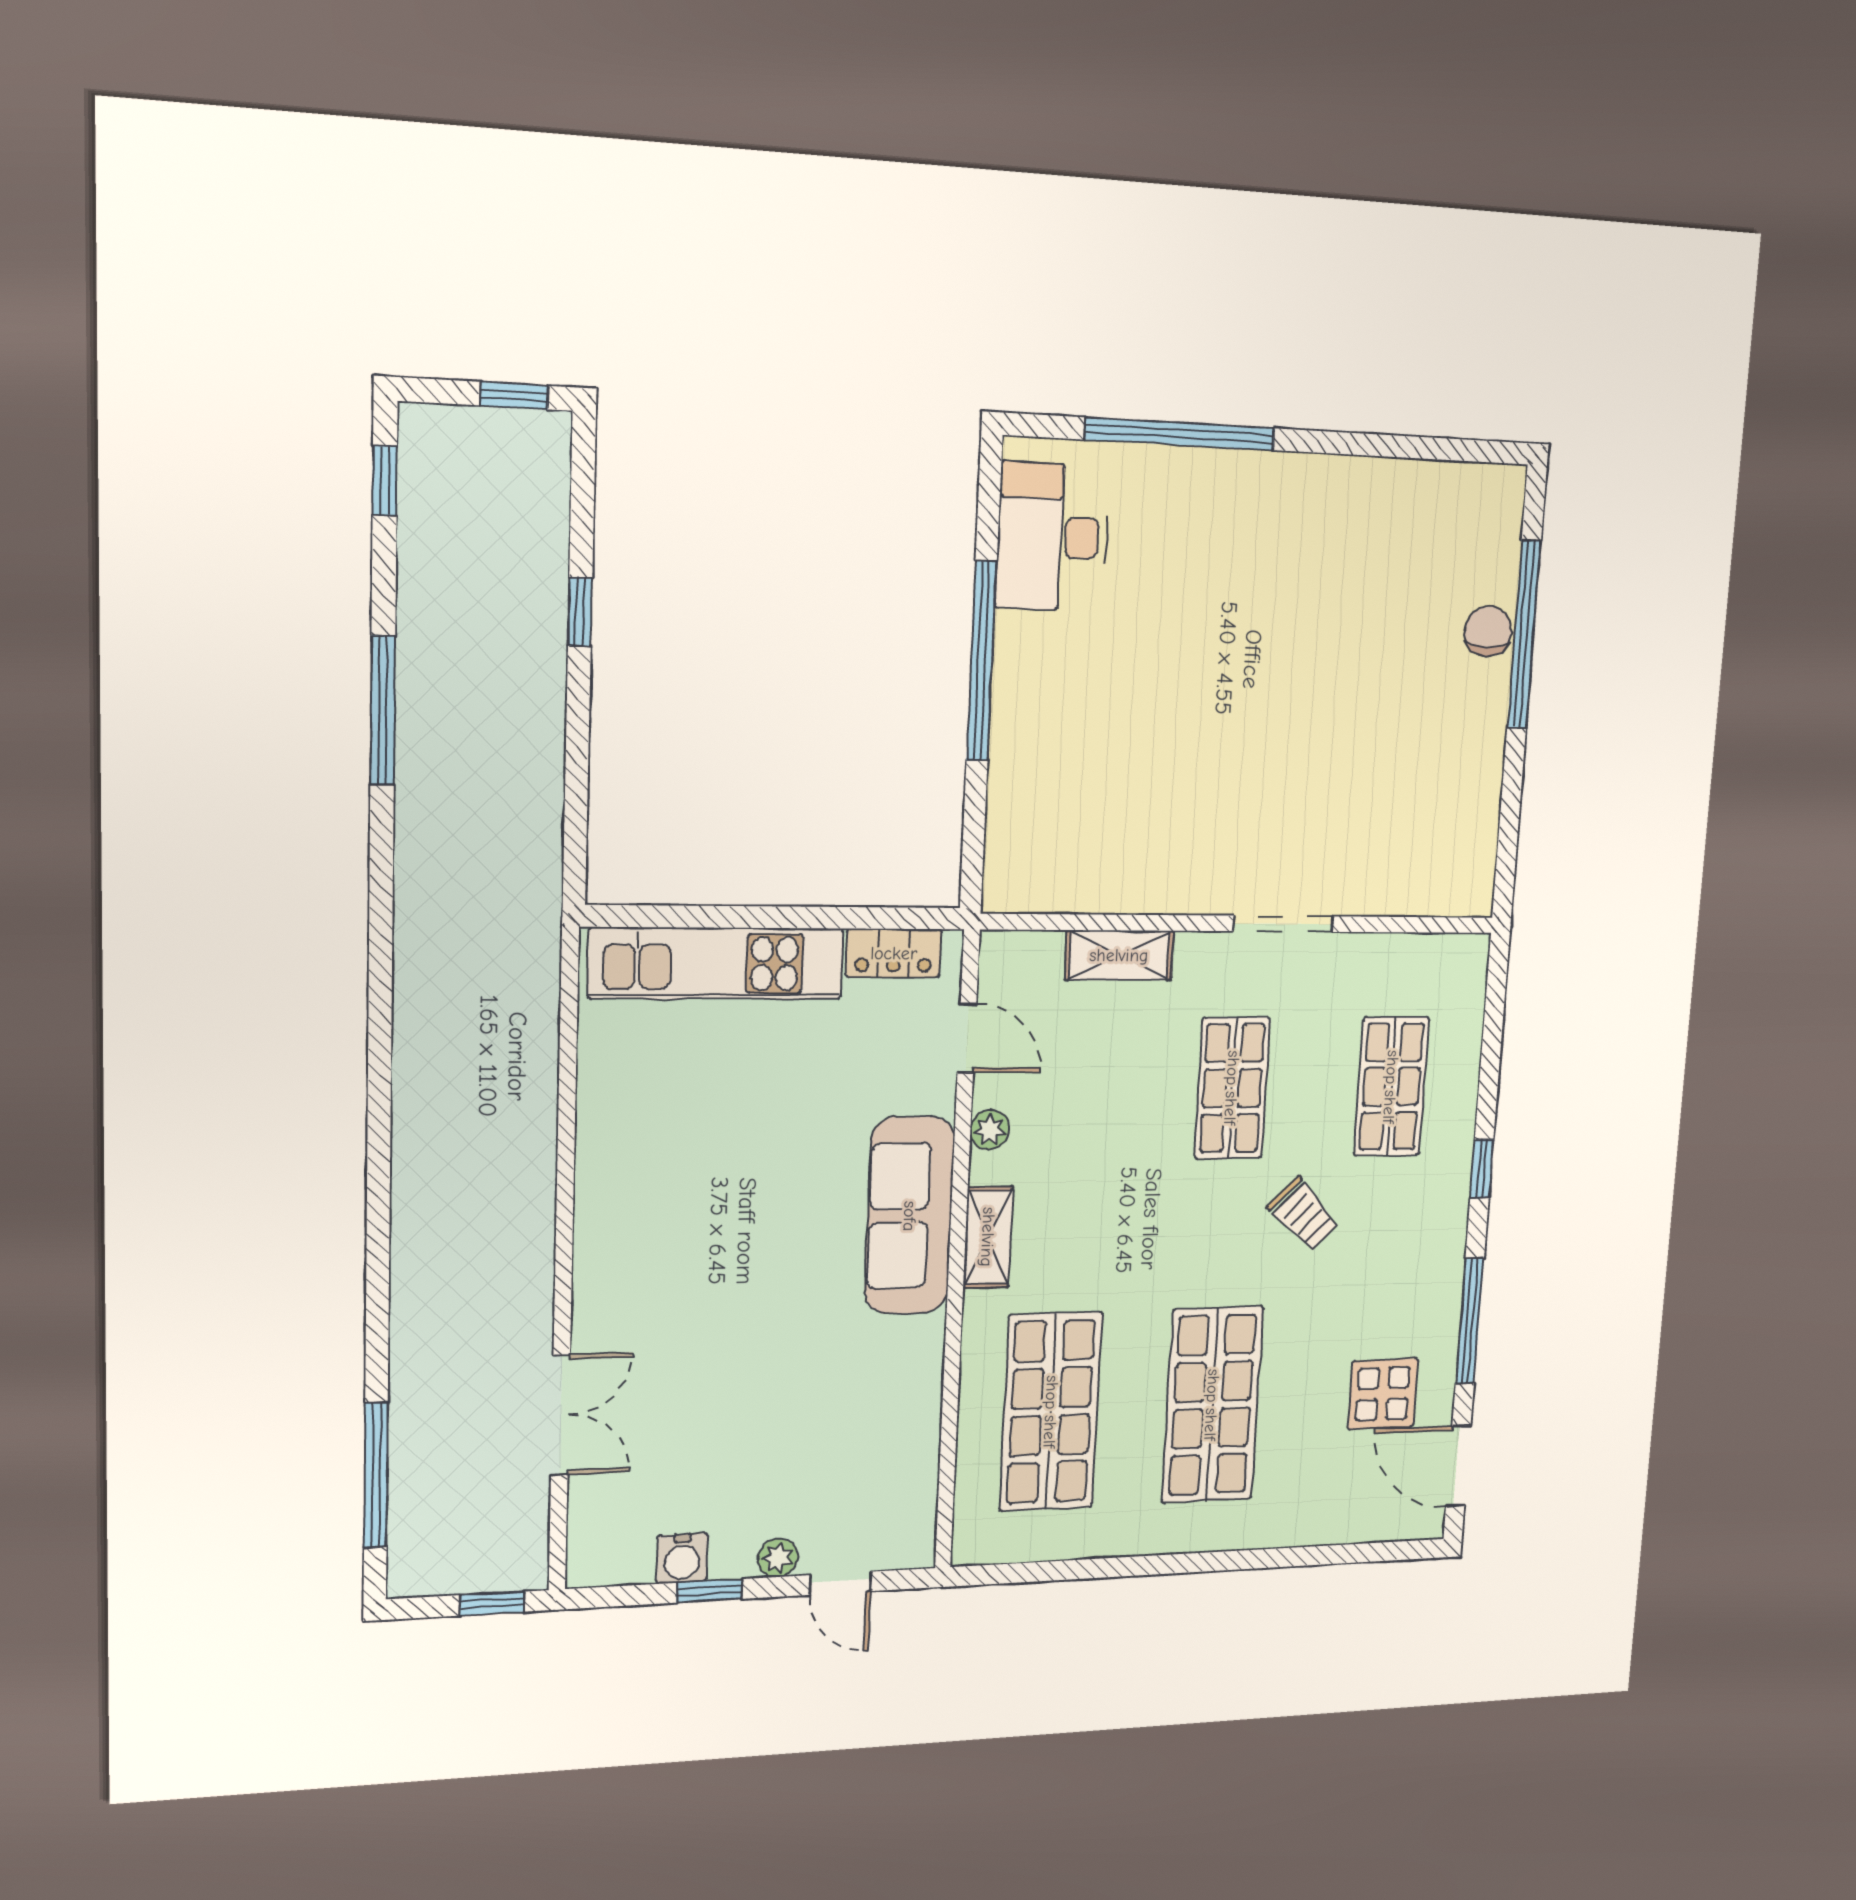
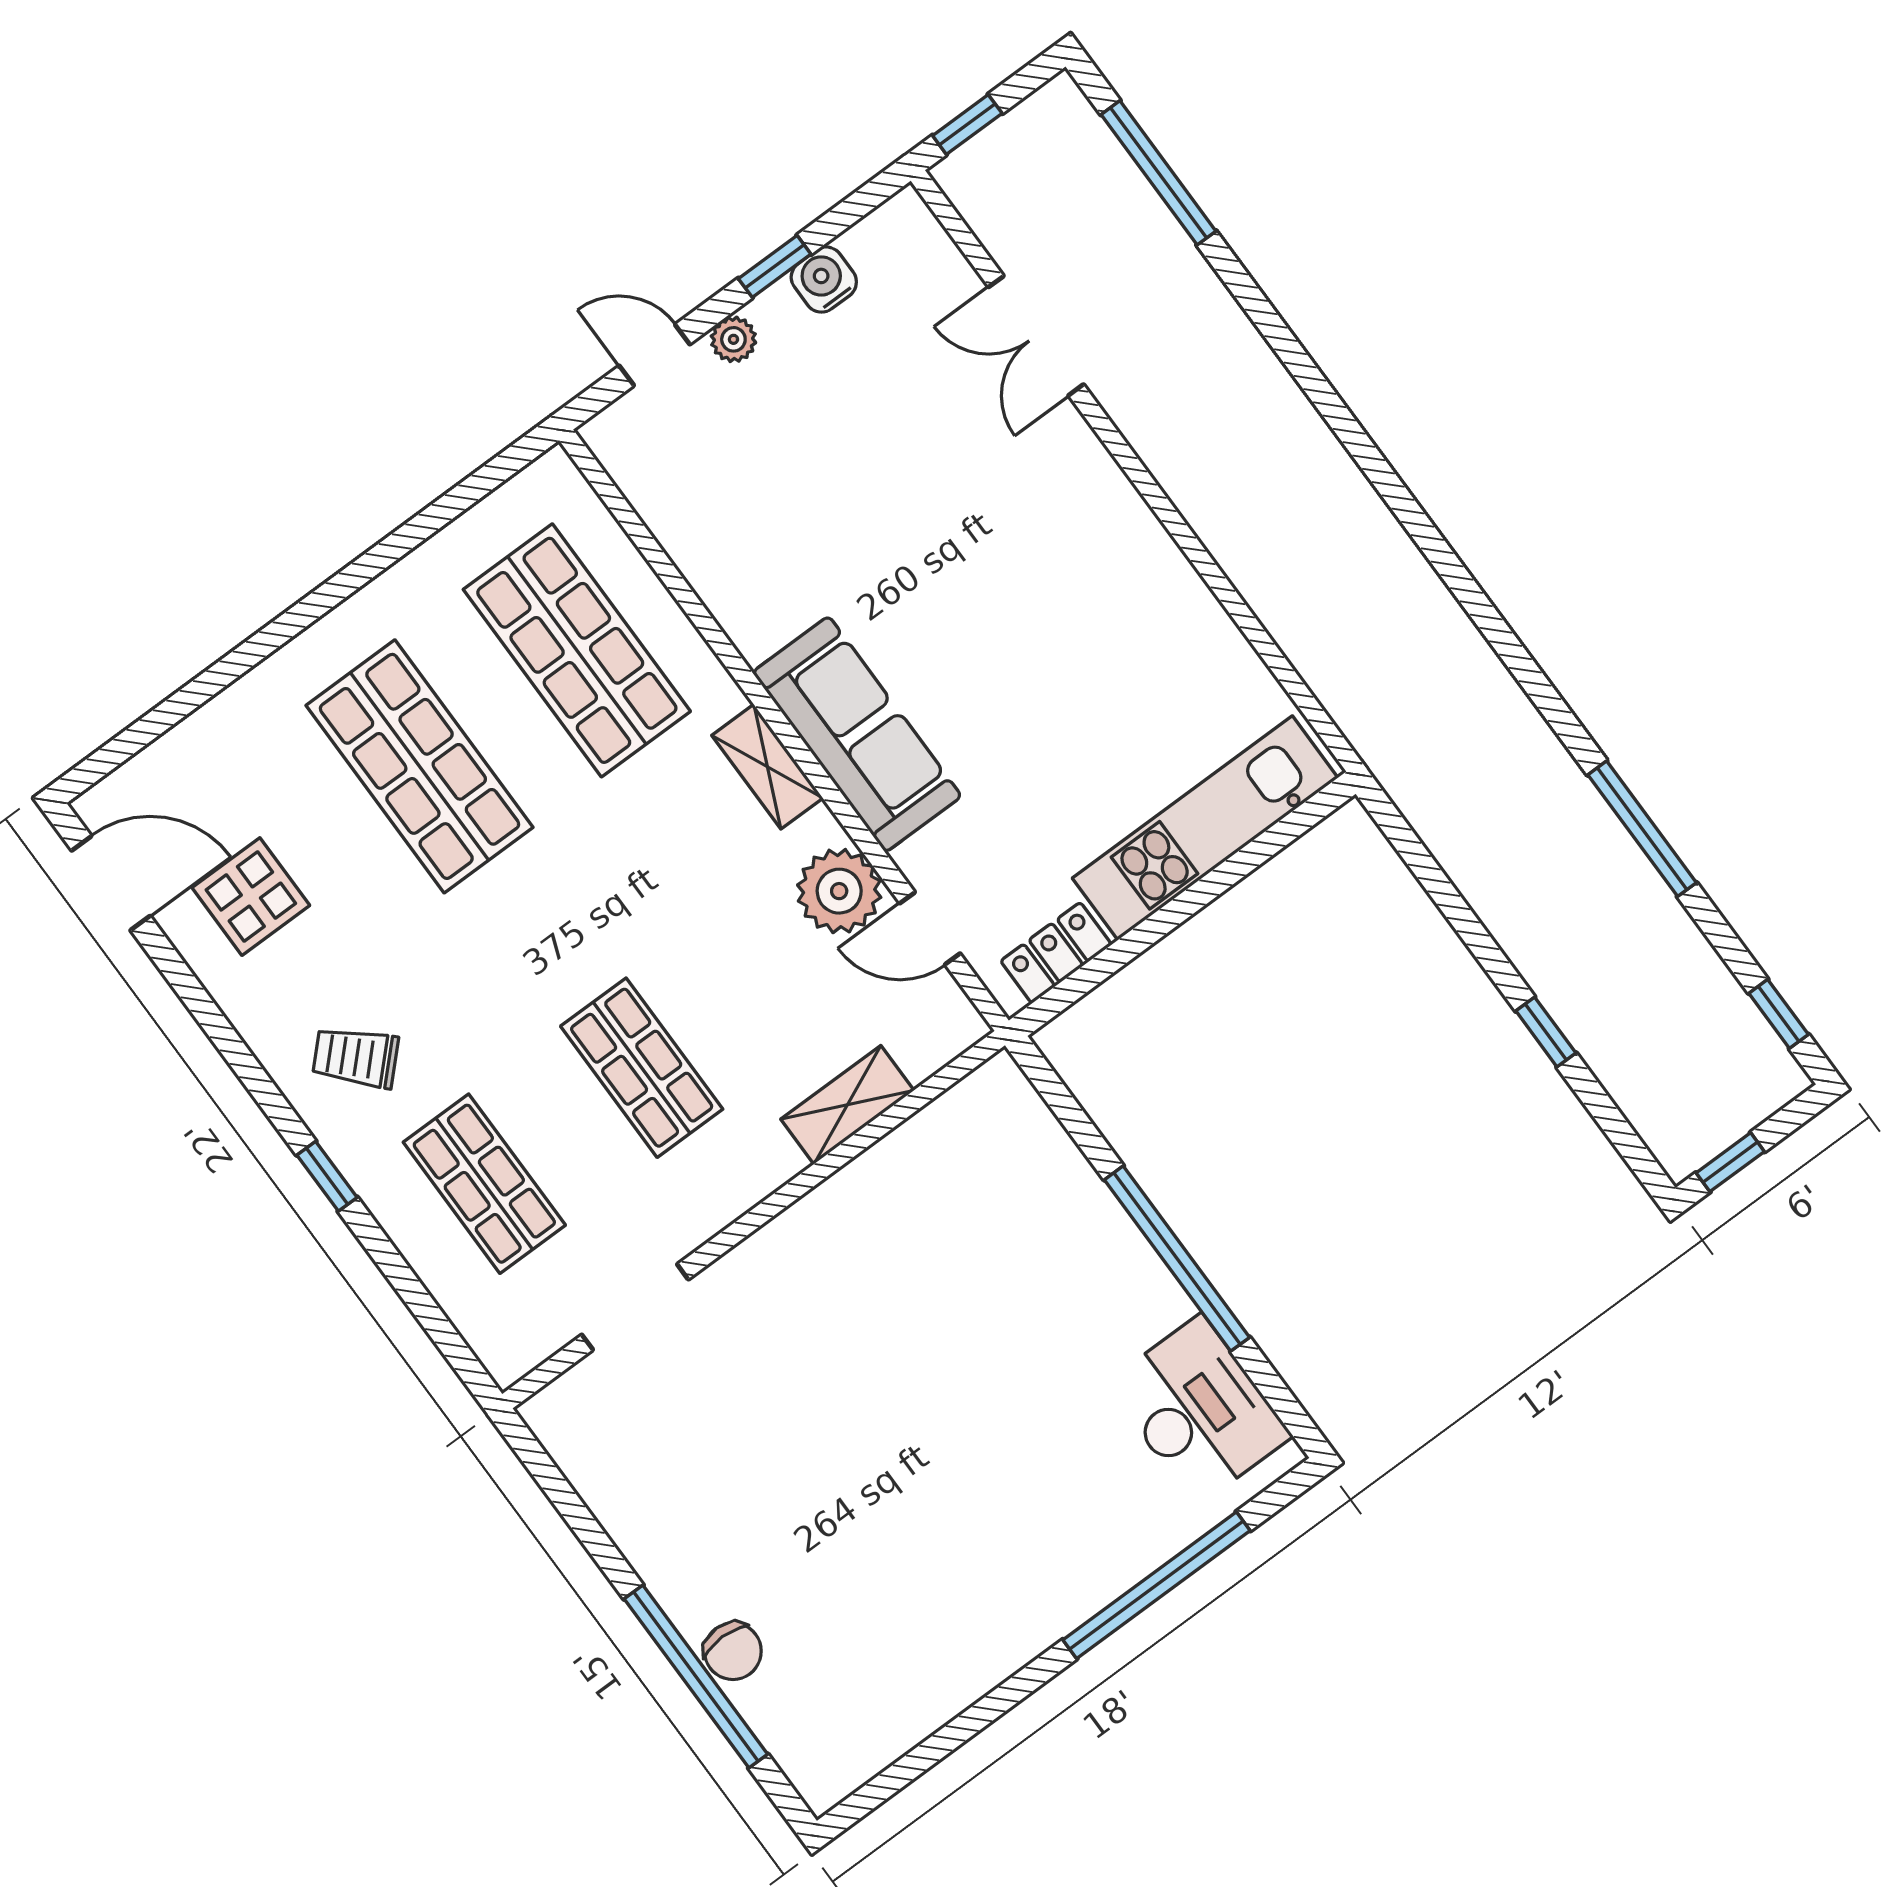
doorway: (1283, 924) -> (635, 1307), moved
plant: (990, 1130) -> (839, 891), width x1.88, depth x1.88
trolley: (1304, 1215) -> (356, 1057), moved
window: (1470, 1321) -> (217, 1028), removed

